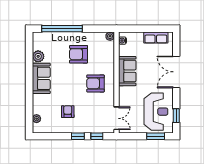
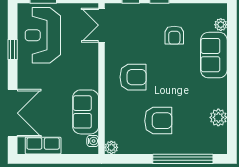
sofa: (127, 71) -> (86, 112), moved
double door: (176, 72) -> (13, 113), moved
sofa: (41, 78) -> (214, 55), moved
window: (176, 116) -> (13, 49), moved

